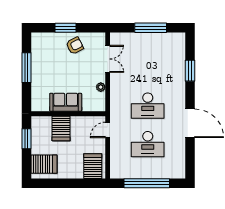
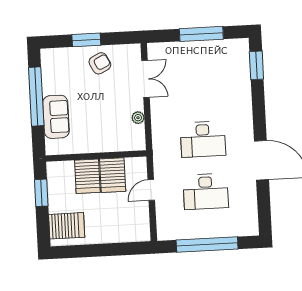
window: (26, 68) -> (36, 97), width x1.46
window: (190, 71) -> (256, 65), moved
sofa: (66, 102) -> (56, 117), moved, turned 90
door: (108, 130) -> (151, 190), moved
server rack: (93, 166) -> (113, 175), moved, turned 180

